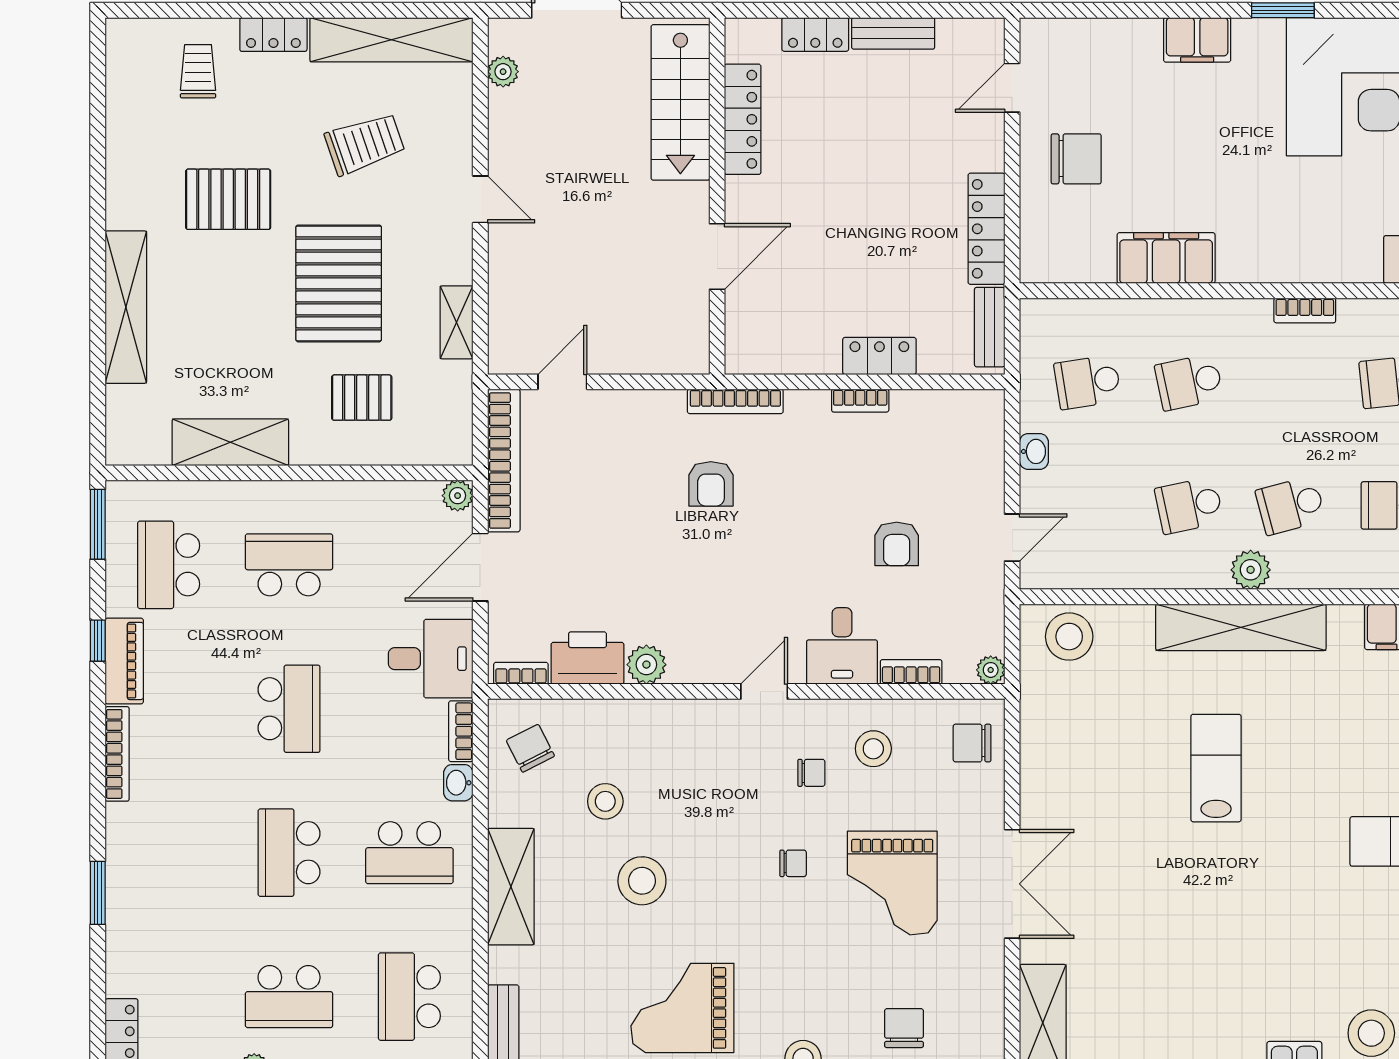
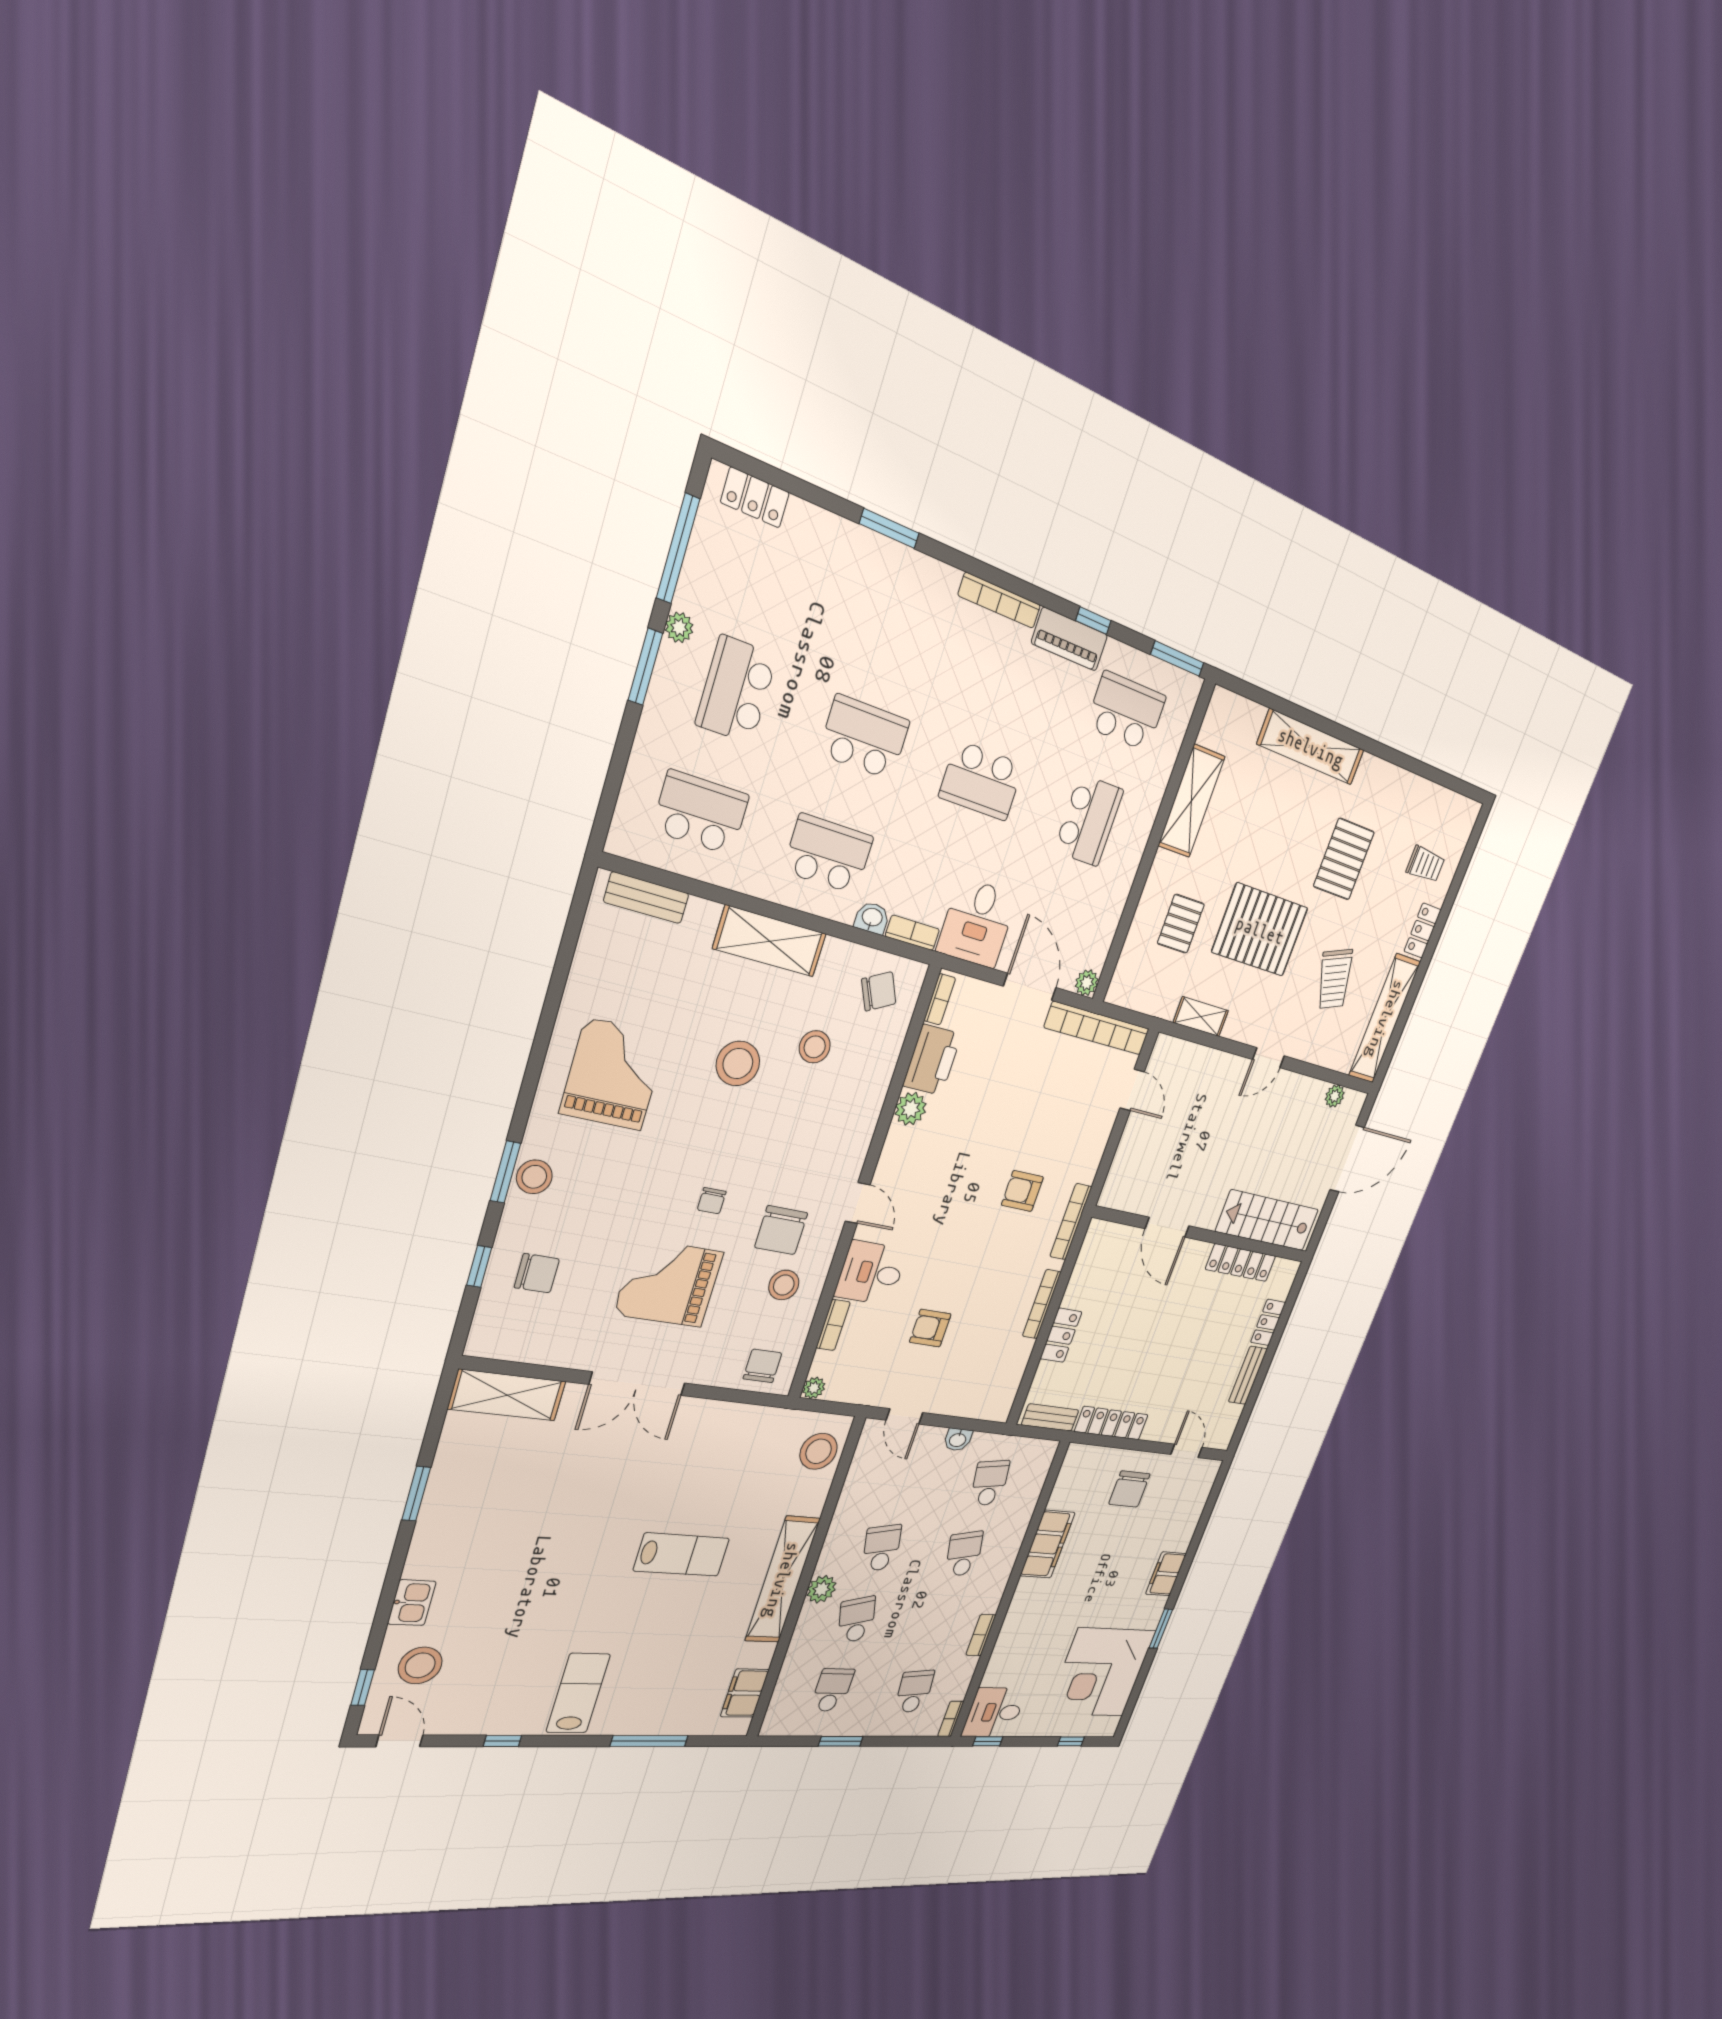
bookcase: (860, 401) -> (1042, 1304), width x1.56
chair: (811, 773) -> (781, 1230), width x1.87, depth x1.87
school desk: (409, 853) -> (828, 854), turned 90

